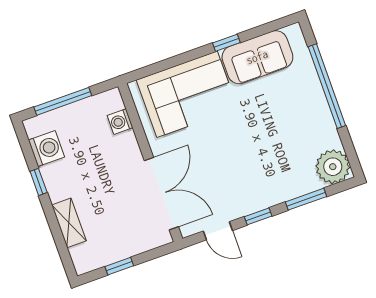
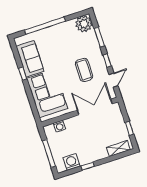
coffee table: (237, 169) -> (84, 70), added
shelving: (69, 223) -> (118, 149), moved

